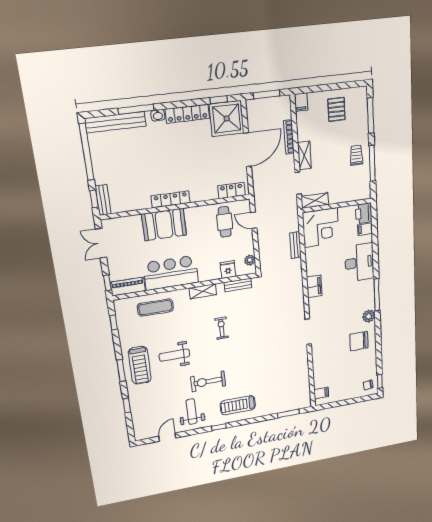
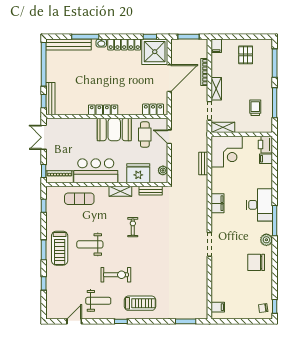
trolley: (356, 155) -> (255, 108), moved
bench: (103, 200) -> (50, 99), width x1.36
booth: (164, 225) -> (114, 129), moved
desk: (359, 262) -> (260, 205), moved
fridge: (228, 270) -> (138, 173), width x1.88, depth x1.34
exercise bike: (208, 381) -> (116, 275), turned 180
treadmill: (238, 405) -> (140, 303), turned 180
weight bench: (192, 412) -> (98, 301), turned 90

